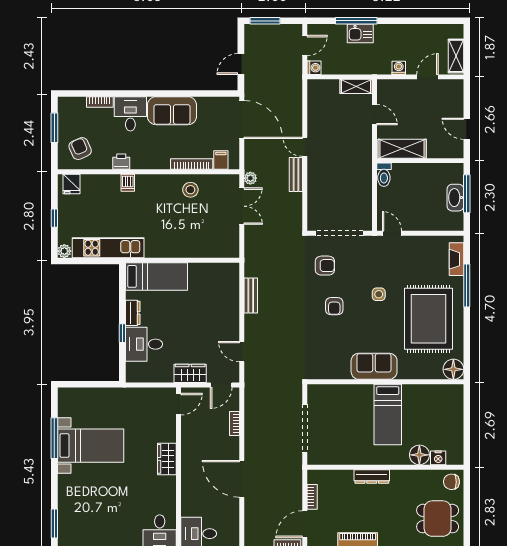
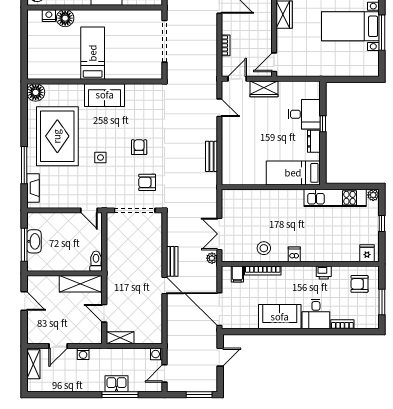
armchair: (80, 149) -> (359, 284), turned 114
dishwasher: (128, 183) -> (294, 254), moved

